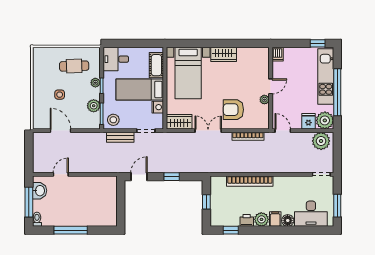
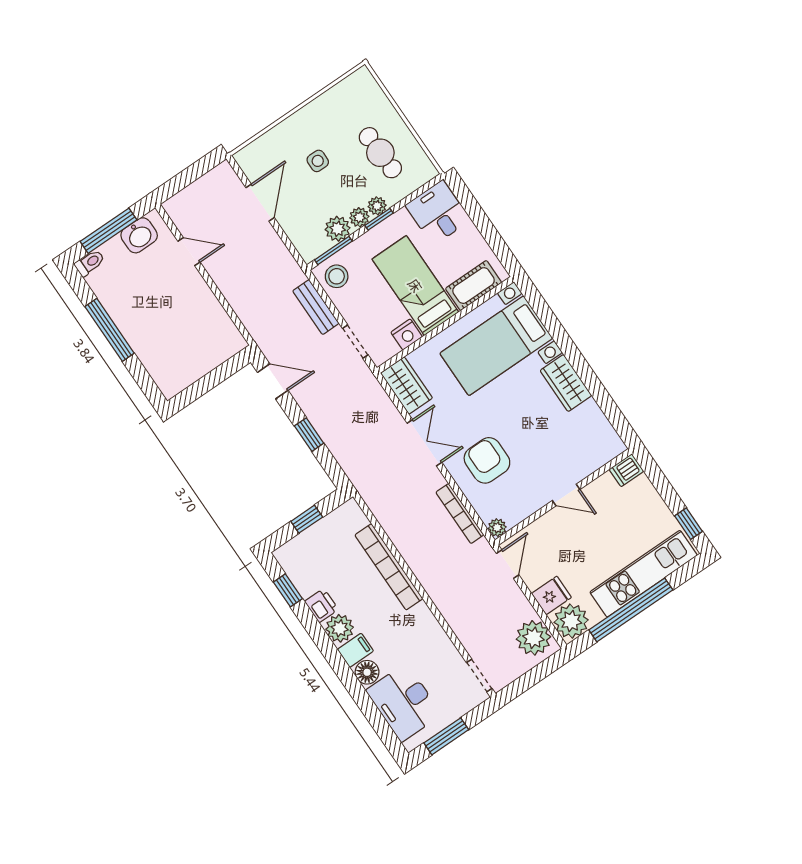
plant: (95, 93) -> (359, 217), added
plant: (264, 100) -> (497, 528), moved

